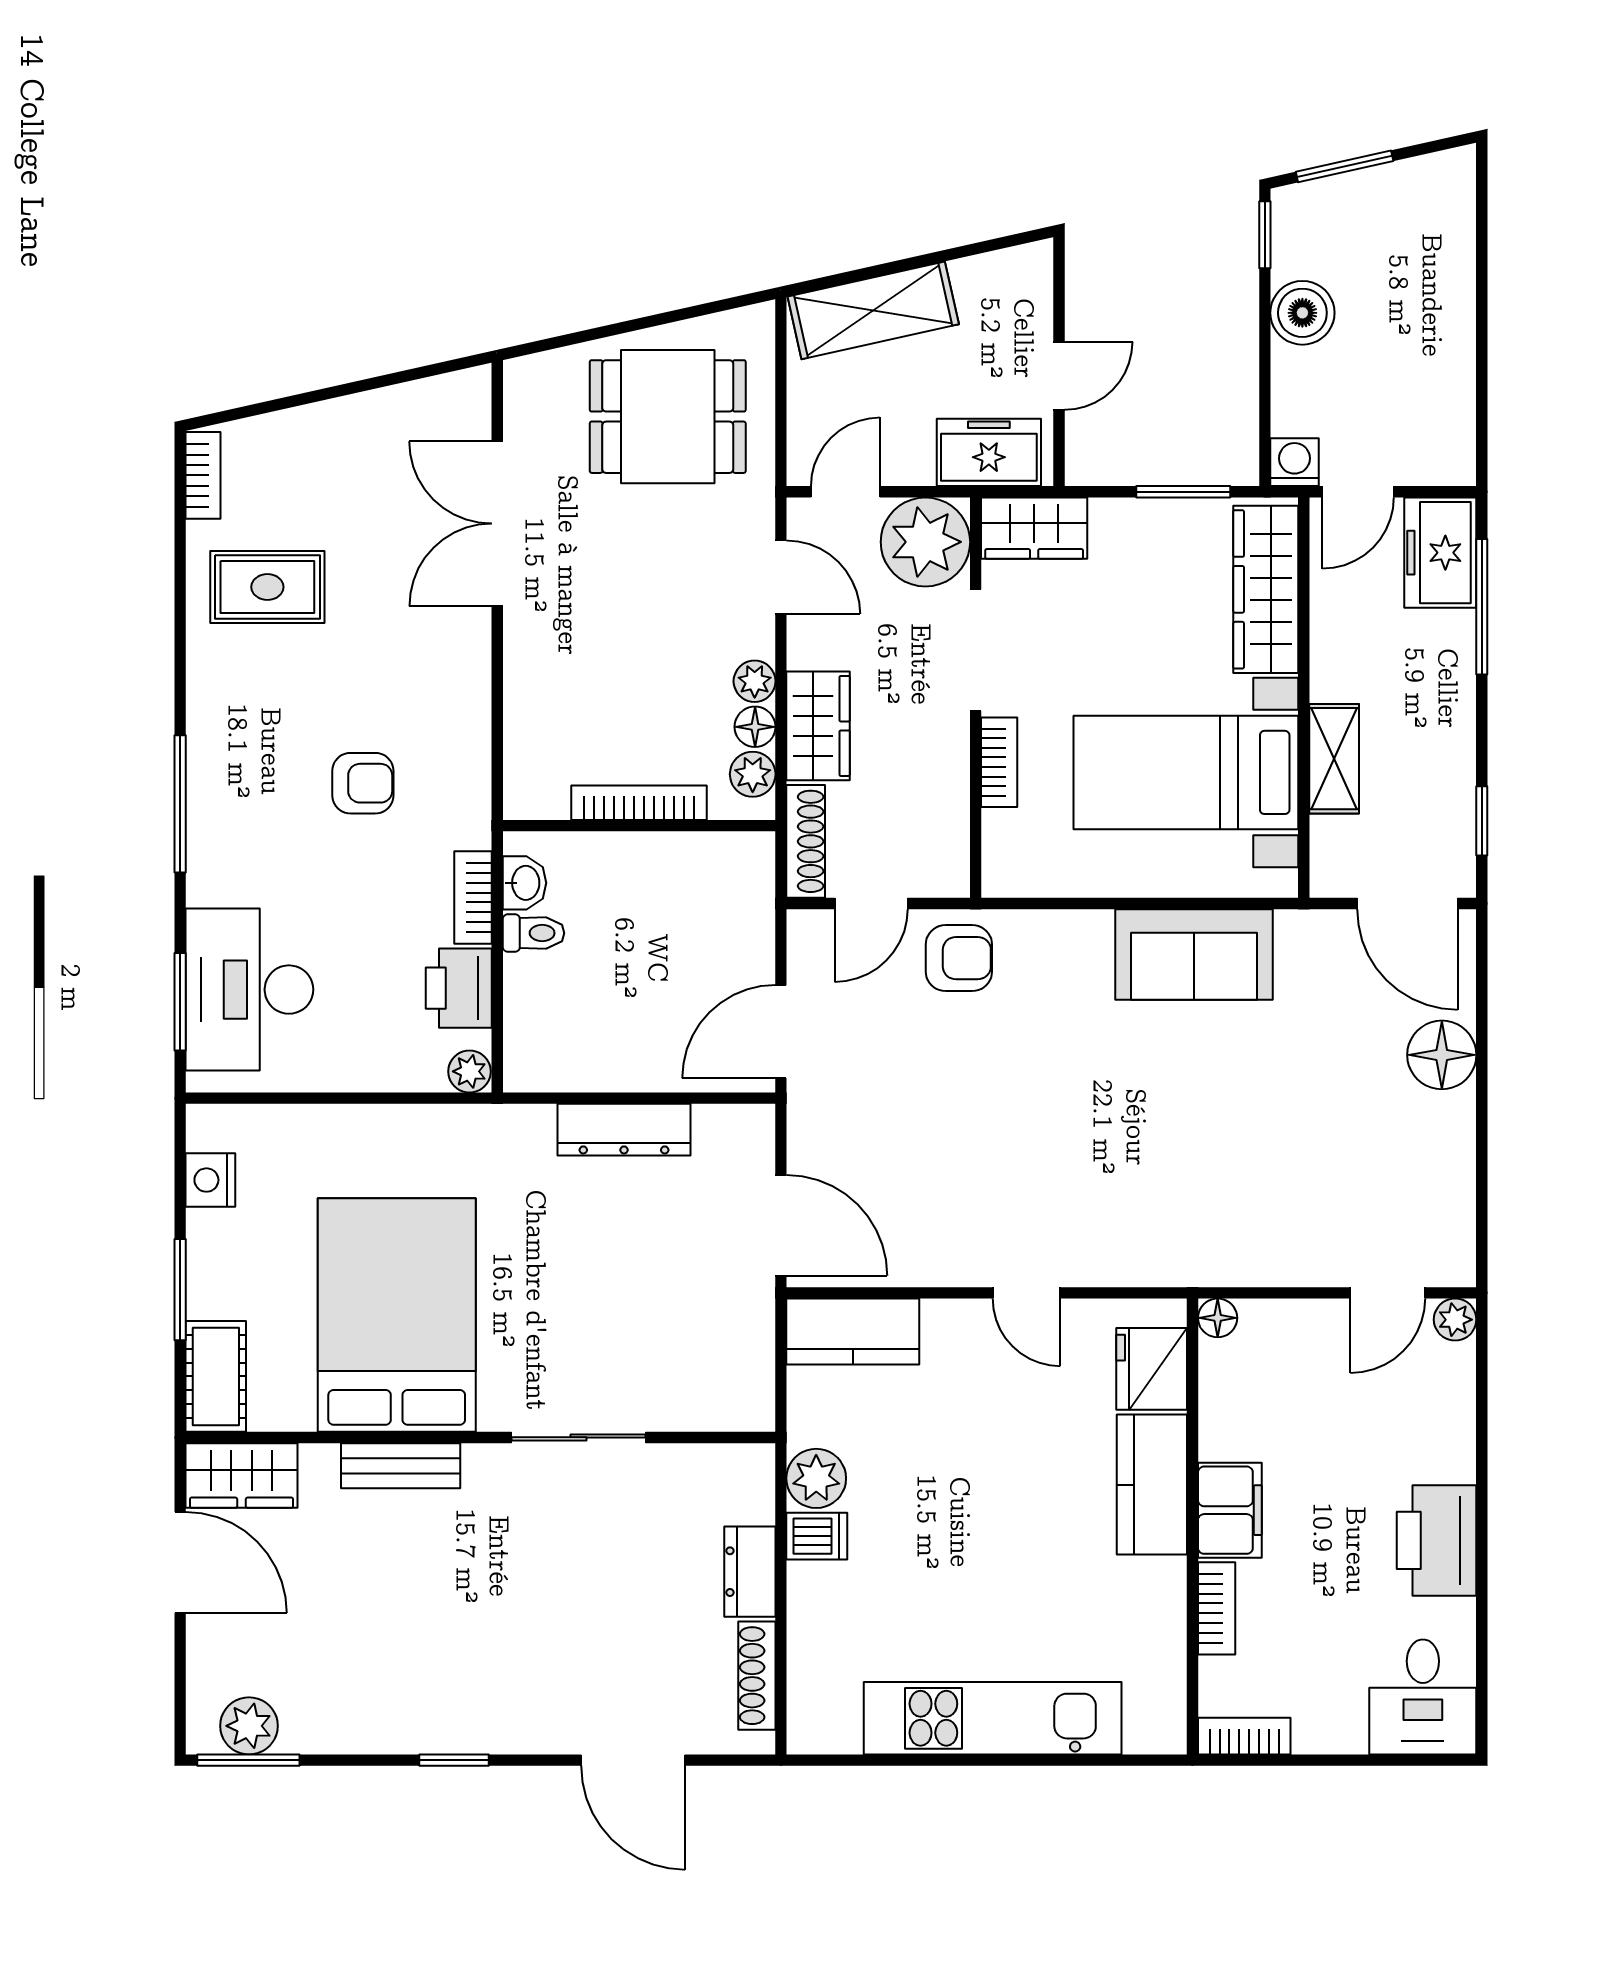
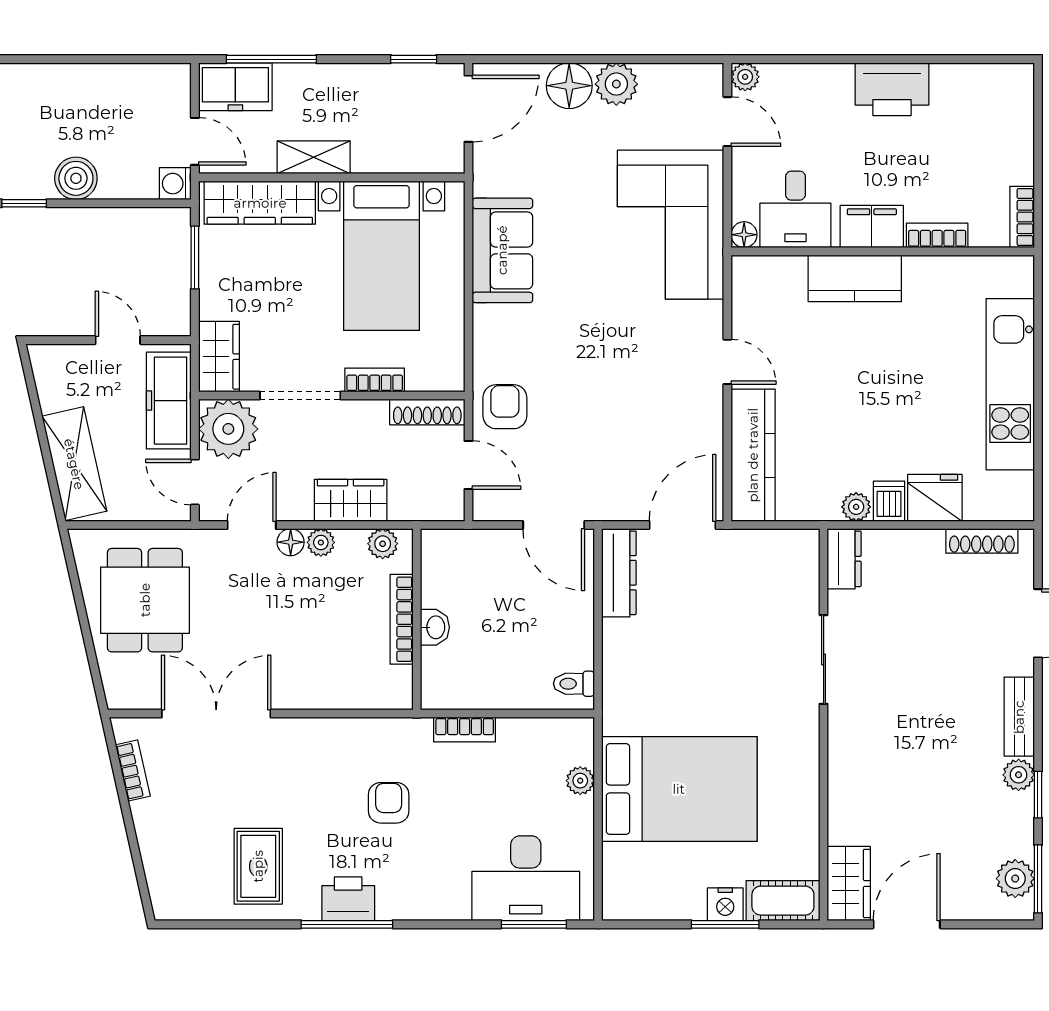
freezer: (989, 452) -> (169, 401), width x1.40
bookcase: (203, 475) -> (133, 771), moved, turned 77
double door: (497, 524) -> (216, 714), swing flipped
floor lamp: (755, 727) -> (291, 542), moved
shelving: (1334, 759) -> (314, 157), moved
window: (180, 804) -> (347, 924), moved
shoe rack: (806, 841) -> (427, 412), moved, turned 180
washbasin: (524, 883) -> (435, 627), moved, turned 90
toilet: (533, 933) -> (574, 684), moved, turned -90
printer: (459, 988) -> (348, 899), moved, turned 180
plant: (469, 1071) -> (580, 781), moved
plant: (1444, 1126) -> (616, 84), added
dresser: (624, 1130) -> (619, 573), moved
nightstand: (210, 1180) -> (725, 904), moved
corner sofa: (1233, 1207) -> (671, 225), added
door: (1026, 1293) -> (727, 362), hinge flipped
bed: (397, 1315) -> (679, 789), moved, turned 180
kitchen counter: (853, 1332) -> (753, 455), width x1.50
fridge: (1152, 1369) -> (935, 498), moved, turned 180
bench: (401, 1466) -> (1019, 717), moved
plant: (816, 1478) -> (856, 507), width x0.73, depth x0.73
dresser: (750, 1572) -> (844, 559), moved, turned -90
desk: (1423, 1697) -> (795, 209), moved, turned 90
plant: (405, 1731) -> (1019, 775), added
window: (454, 1760) -> (1038, 795), moved

